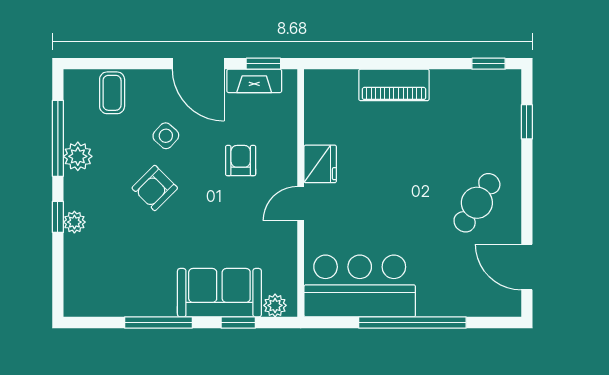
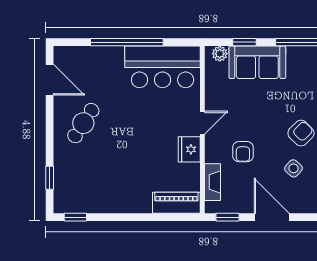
fireplace: (254, 81) -> (213, 182), moved, turned 90
piano: (394, 85) -> (176, 203), moved

